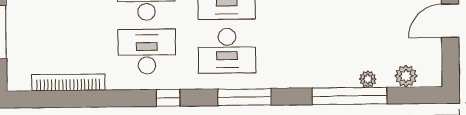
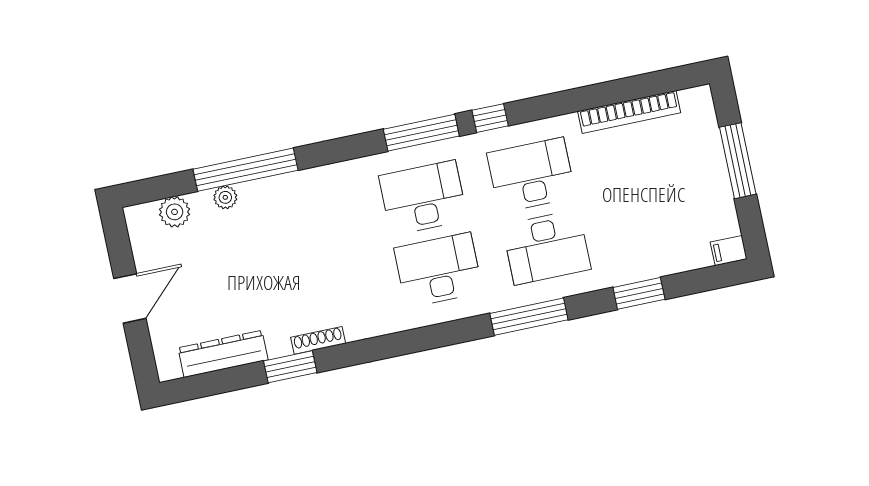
desk: (147, 52) -> (531, 175), turned 180
window: (245, 97) -> (421, 133), moved

